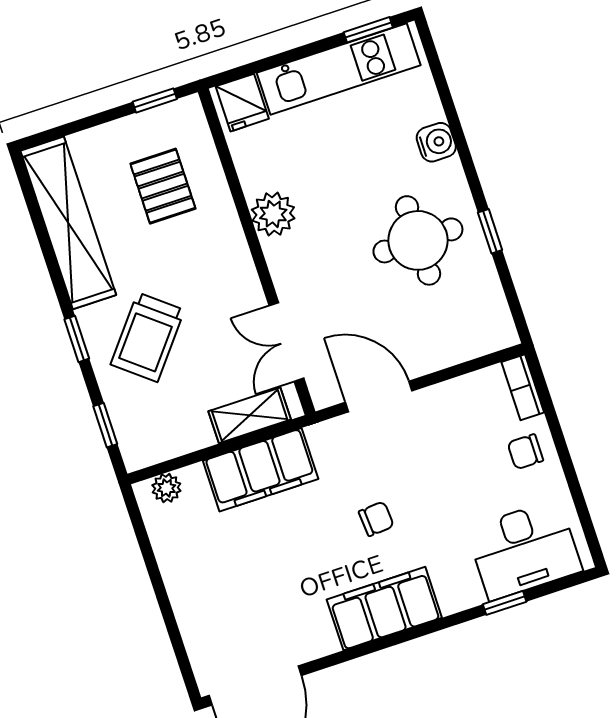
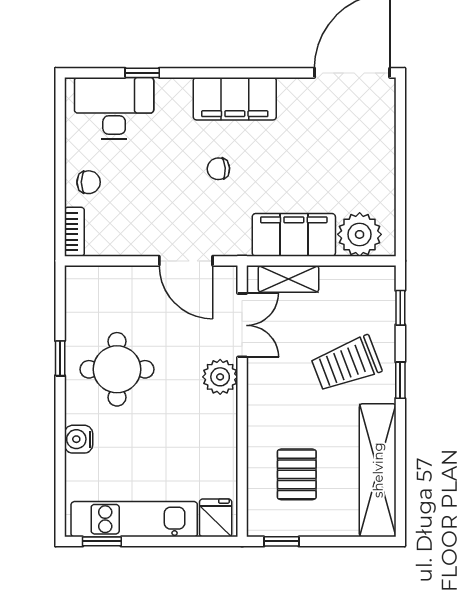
plant: (273, 214) -> (220, 377), moved
trolley: (147, 337) -> (346, 364), turned -150
plant: (166, 488) -> (360, 234), width x1.88, depth x1.88

